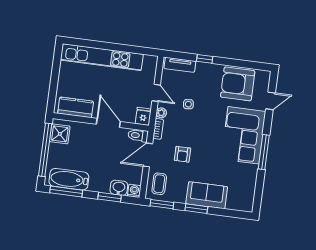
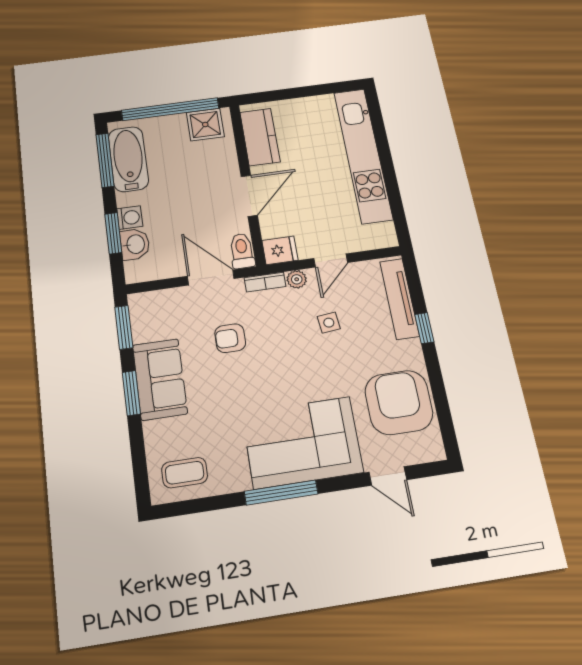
tv unit: (180, 65) -> (399, 299), width x1.41
coffee table: (159, 184) -> (185, 473), moved
washing machine: (134, 191) -> (130, 218), moved
sofa: (207, 195) -> (160, 379), moved

